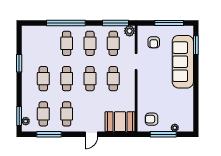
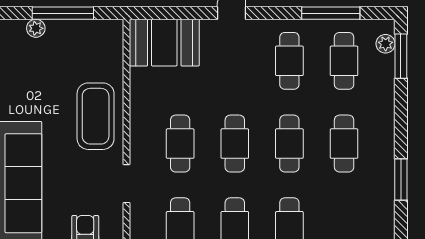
coffee table: (149, 90) -> (96, 116), added
armchair: (152, 119) -> (90, 48), removed

